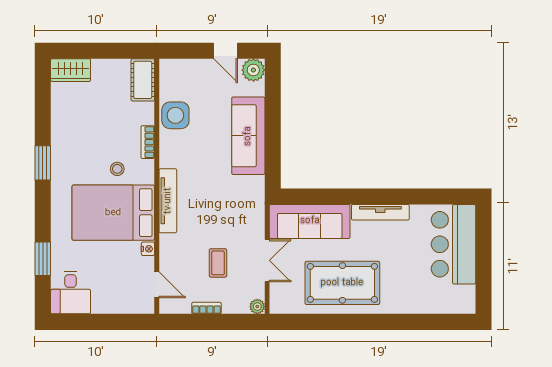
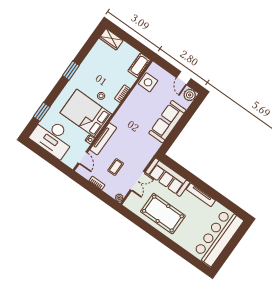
side table: (175, 115) -> (148, 82), moved
tv unit: (168, 201) -> (103, 139), moved
bar counter: (454, 244) -> (218, 237), width x1.36
desk: (71, 293) -> (53, 137), width x1.87, depth x1.30

